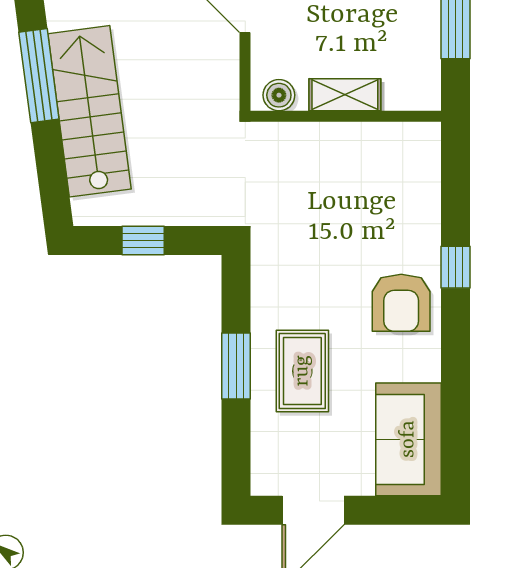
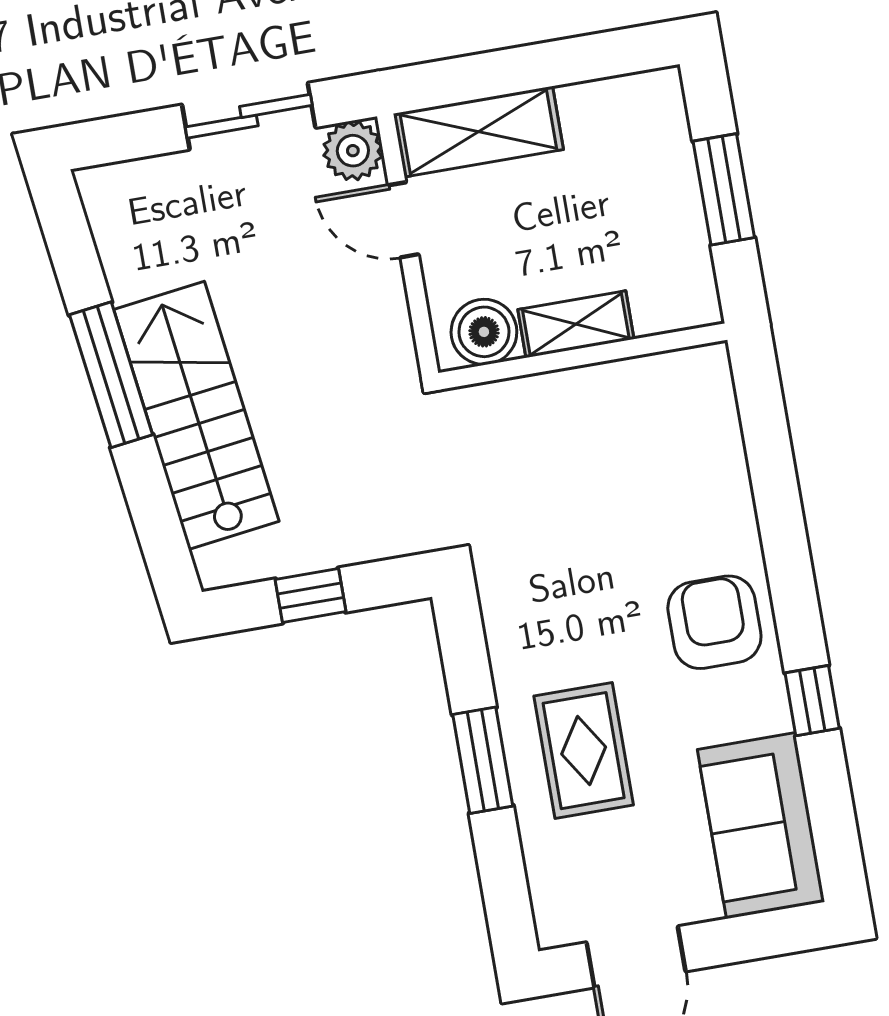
boiler: (279, 95) -> (484, 332), width x1.36, depth x1.36
window: (455, 267) -> (812, 701), moved
armchair: (401, 303) -> (714, 622), turned 180

